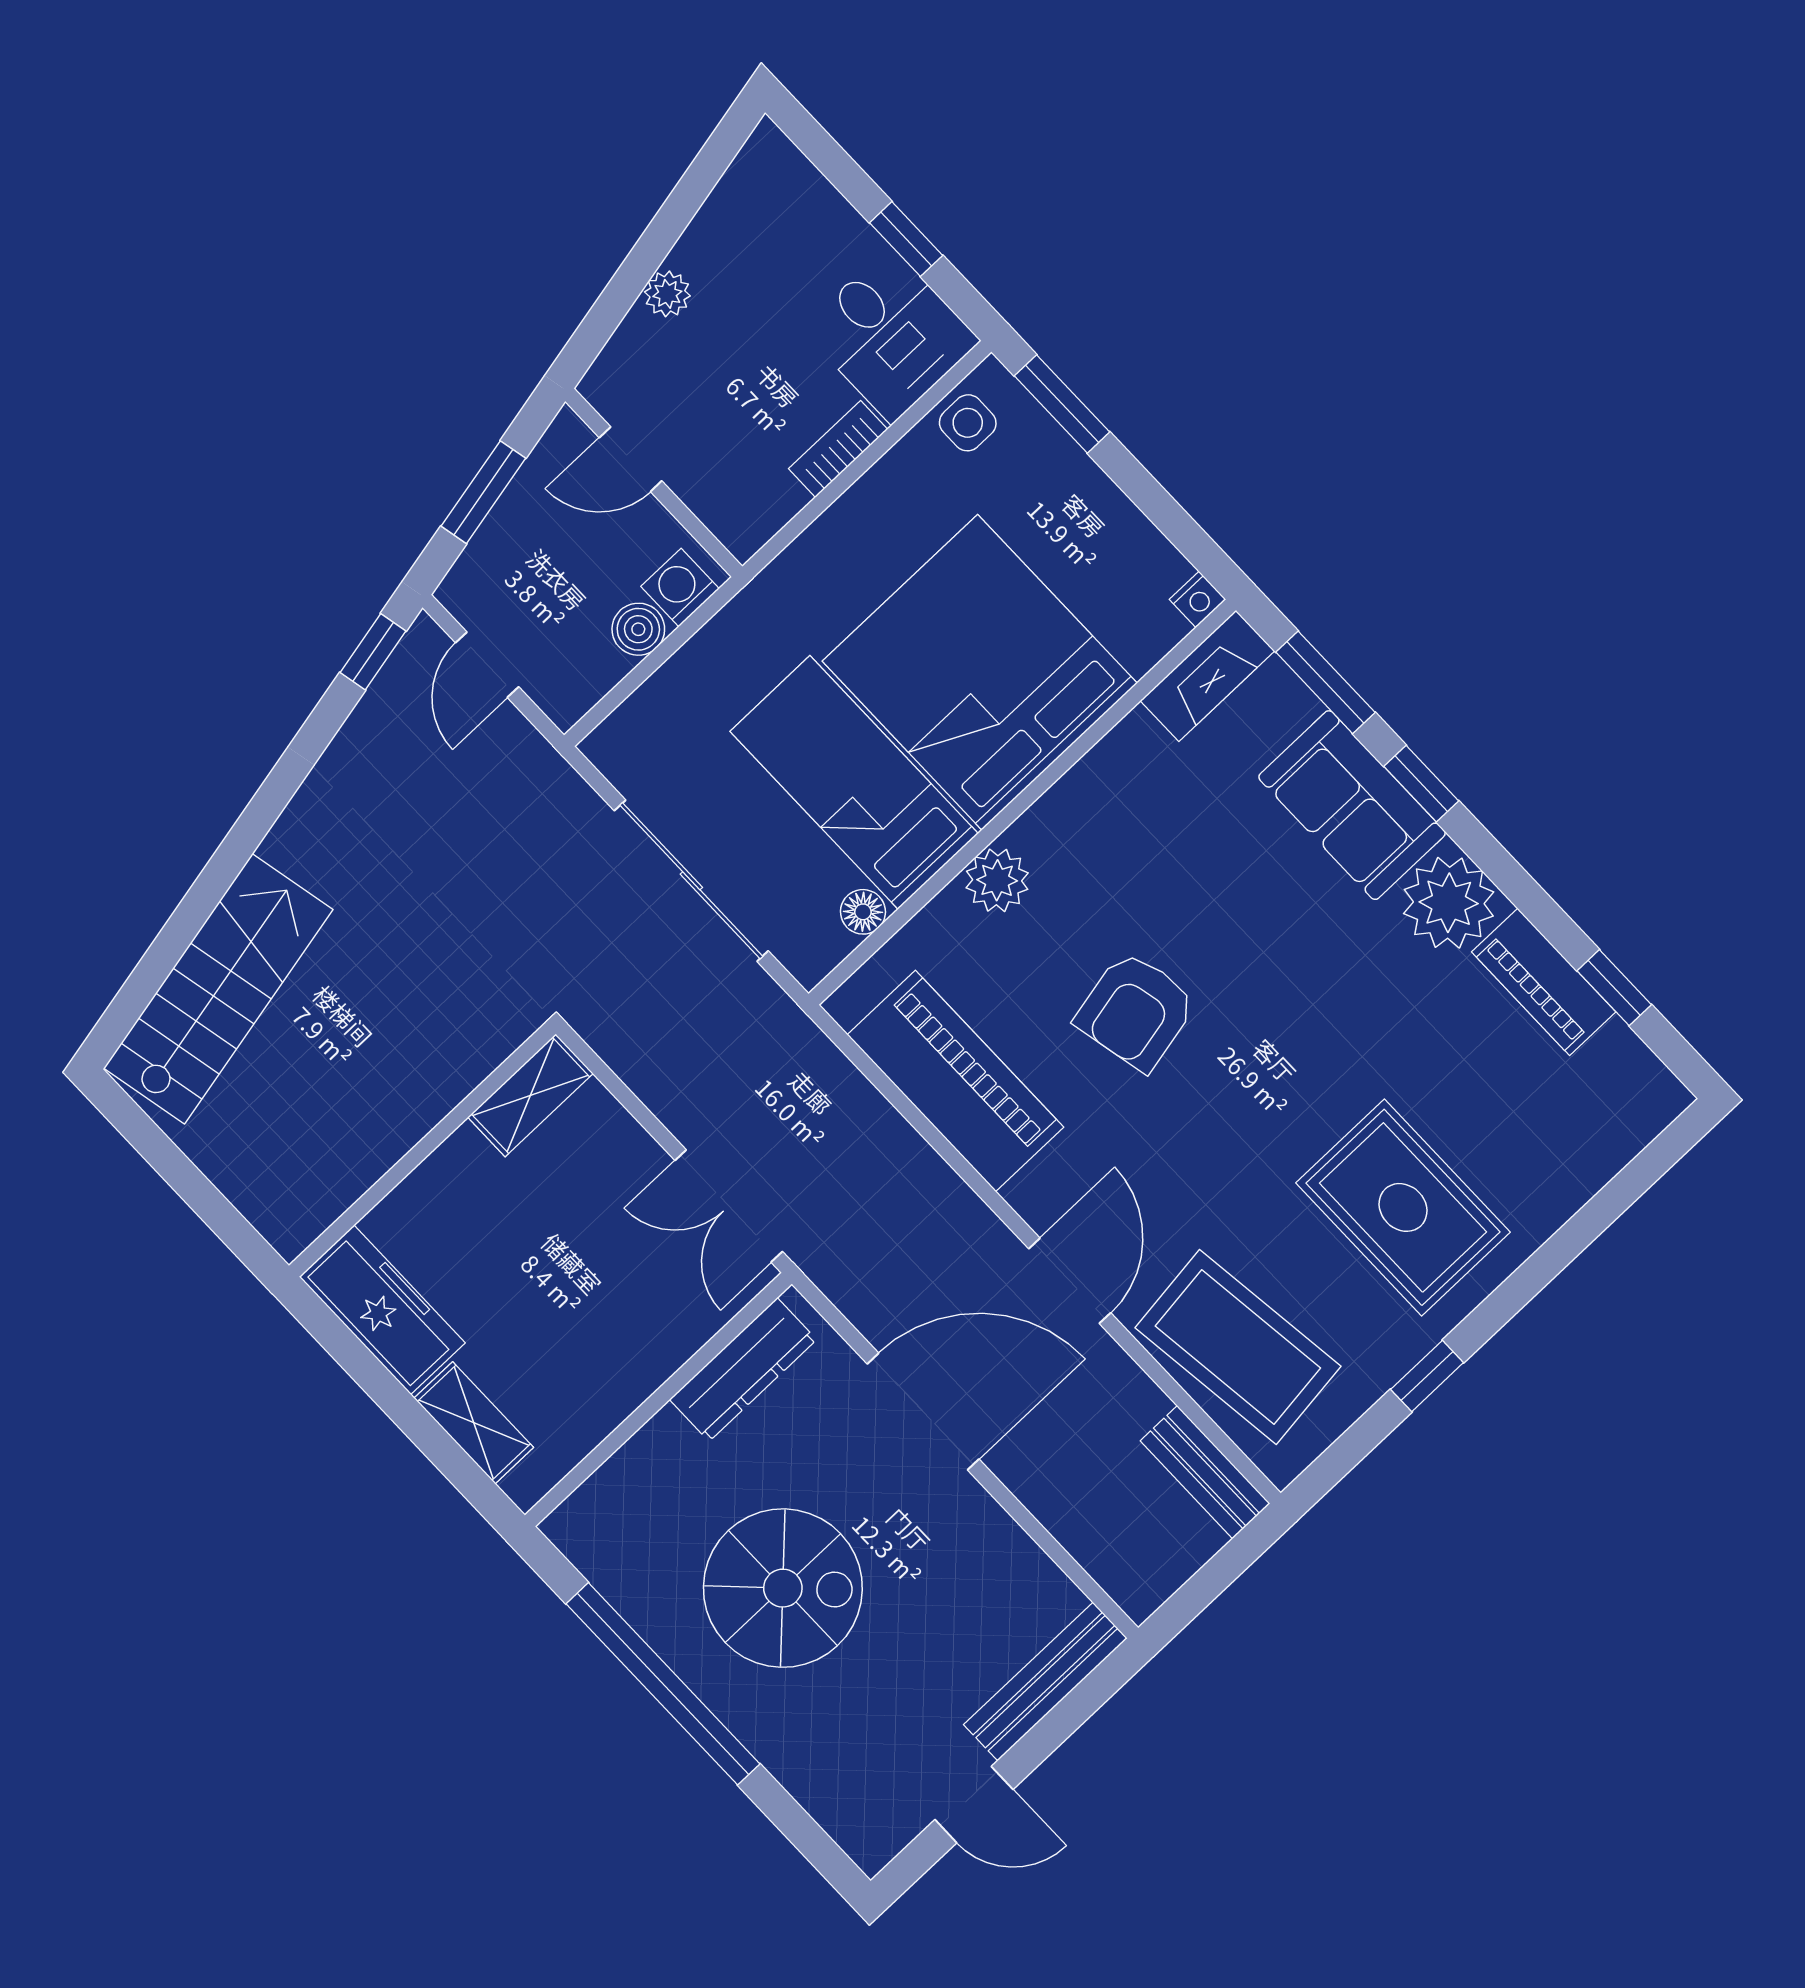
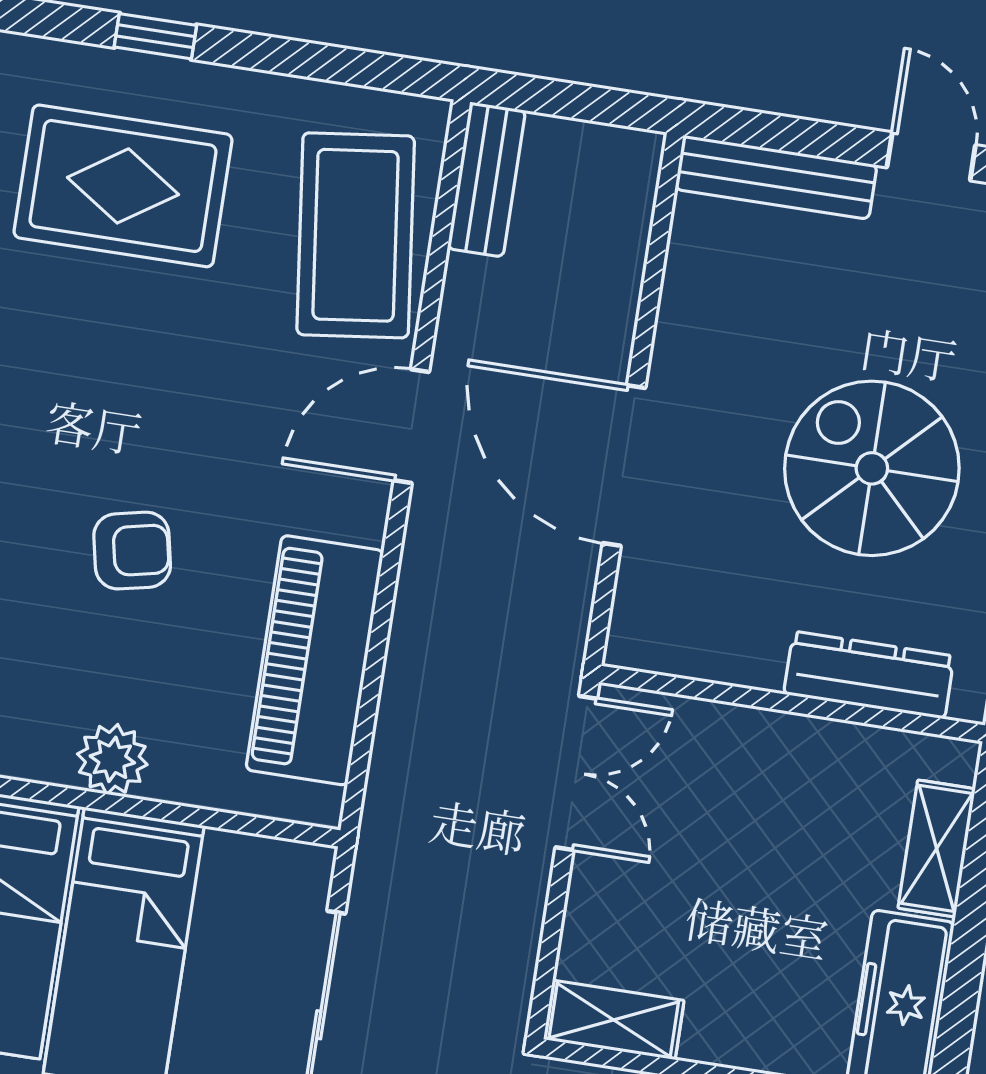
floor lamp: (863, 912) -> (230, 855), removed
armchair: (1136, 1011) -> (132, 551), width x0.72, depth x0.72
rug: (1403, 1207) -> (123, 186), turned 90
dresser: (743, 1370) -> (869, 675), moved
window: (1427, 1376) -> (155, 36), moved

